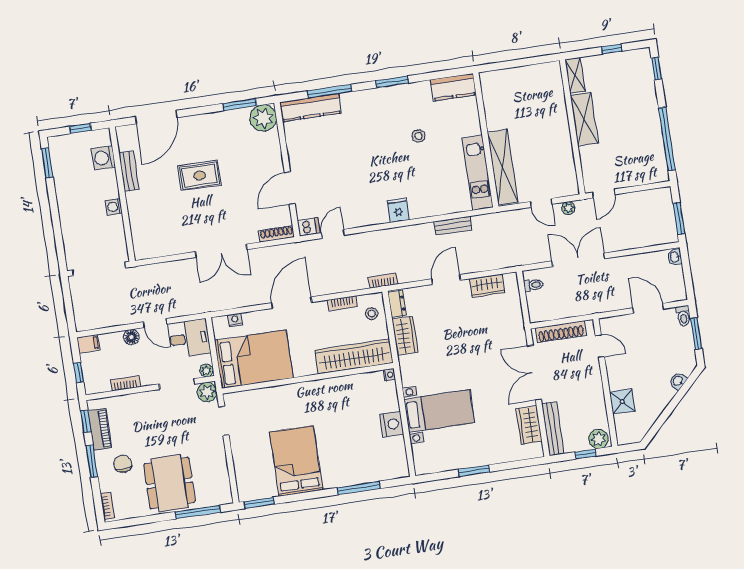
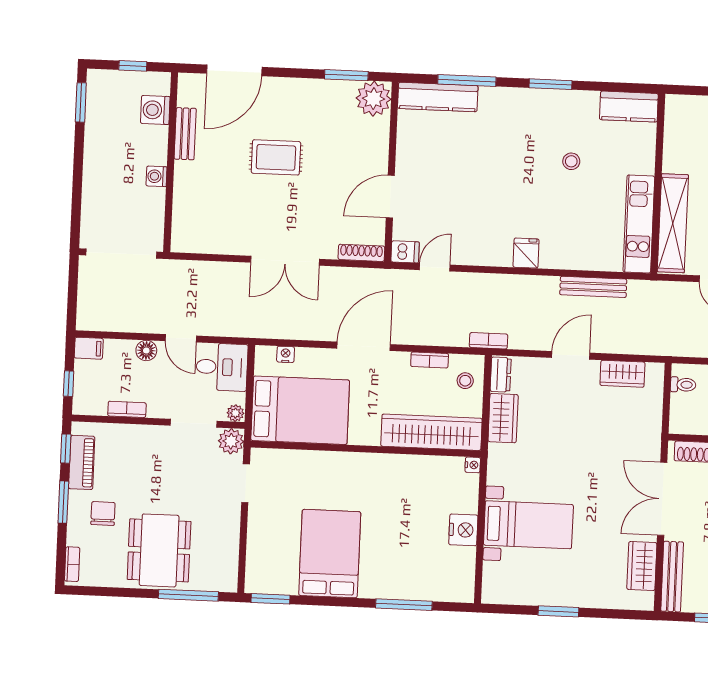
bench: (453, 226) -> (593, 287), width x1.36

